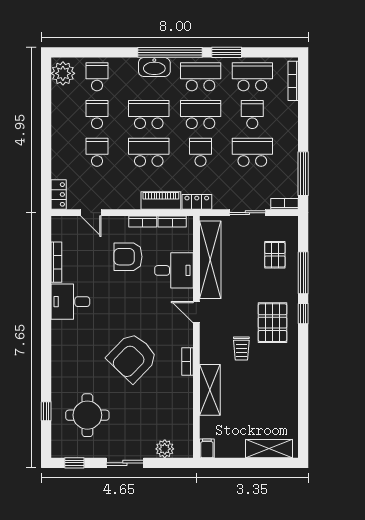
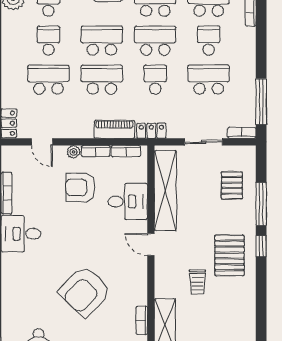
school desk: (97, 152) -> (48, 80), width x1.85
plant: (121, 222) -> (73, 152), added
bookcase: (187, 362) -> (142, 320), moved

